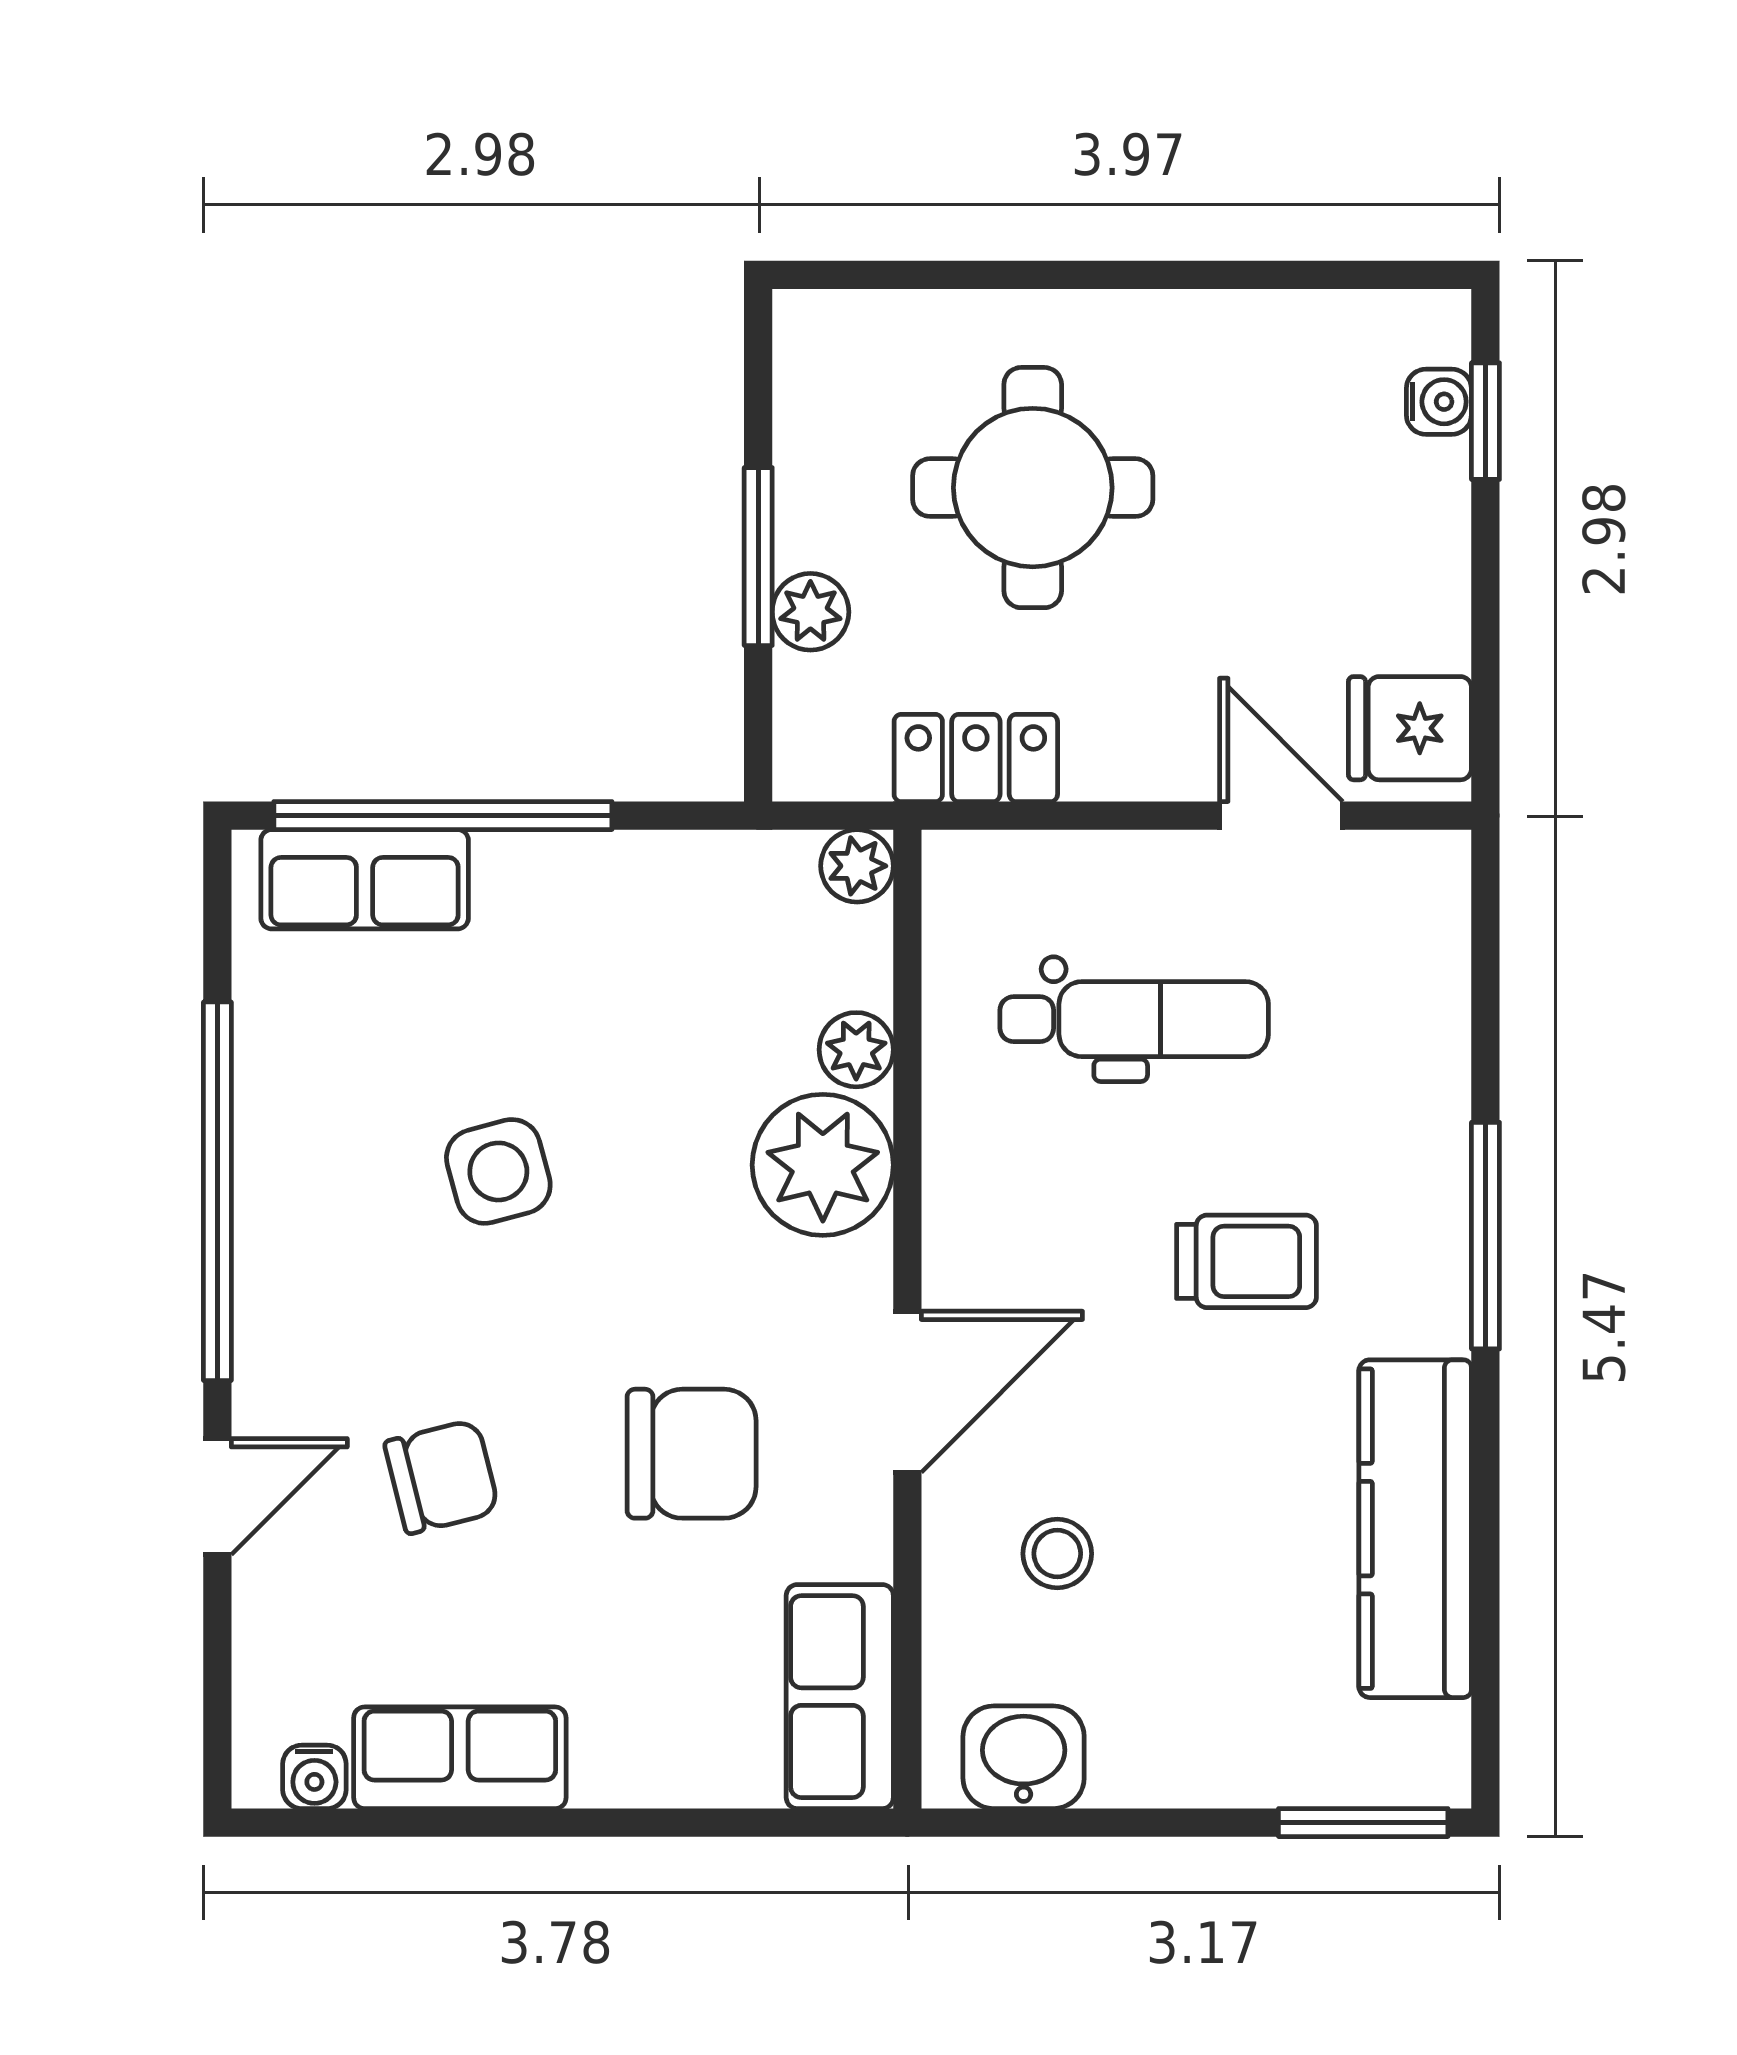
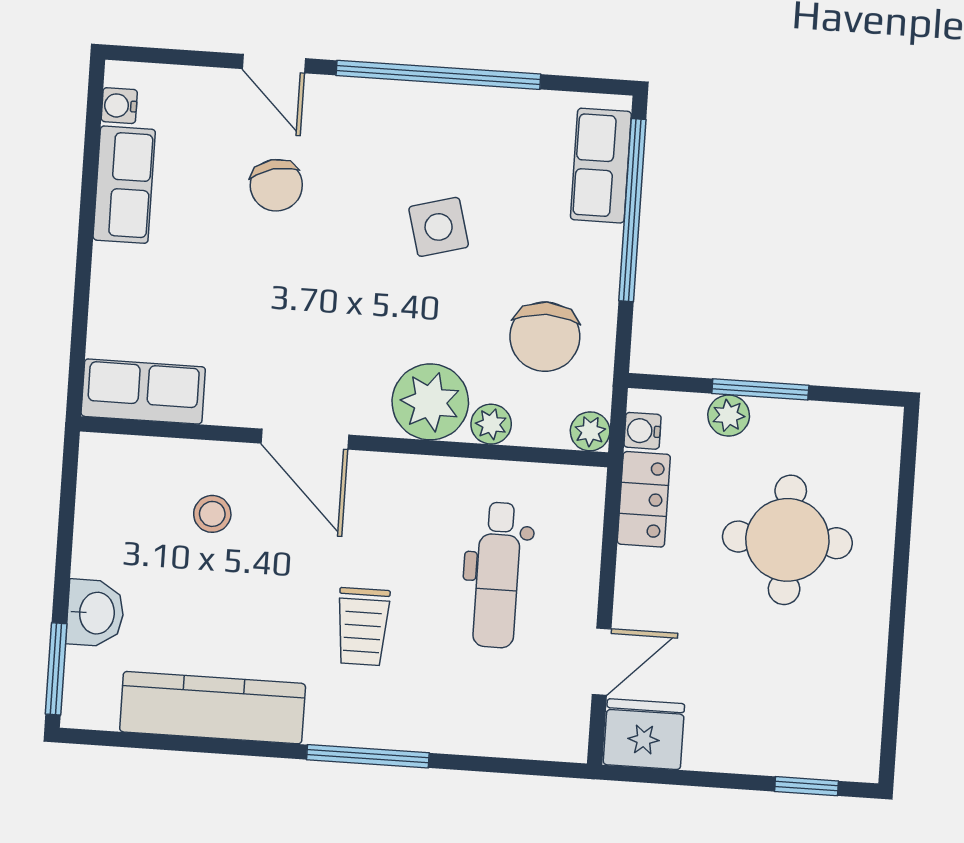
water cooler: (1439, 402) -> (642, 431), moved, turned 90
fridge: (1410, 728) -> (644, 734), width x1.38
chair: (692, 1454) -> (545, 337), moved
washbasin: (1024, 1757) -> (95, 613), moved

